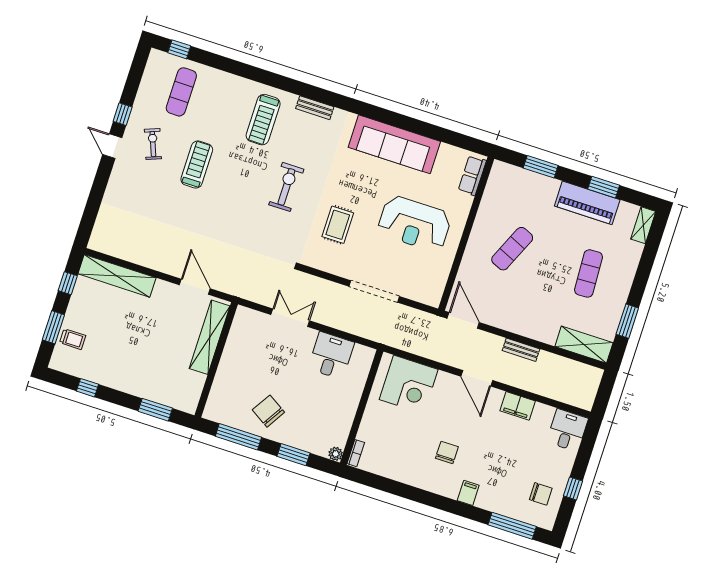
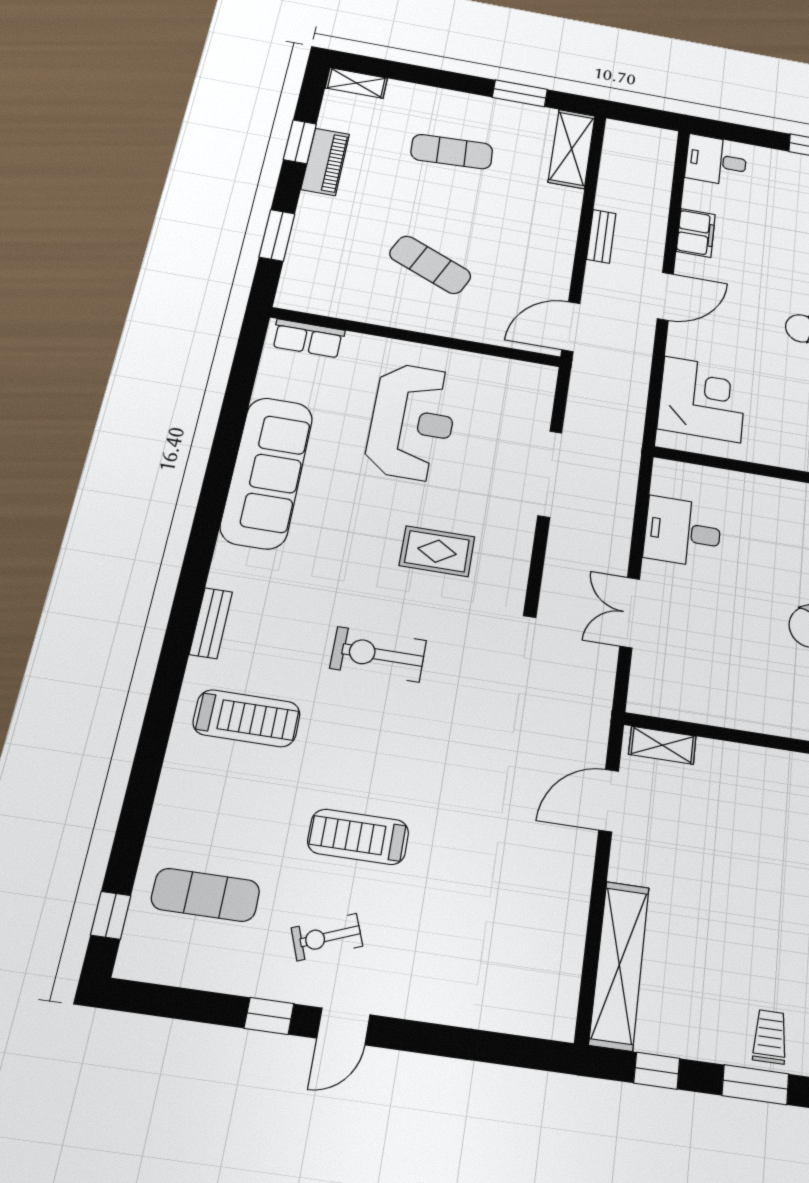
piano: (587, 203) -> (325, 162), width x0.73, depth x0.75
shelving: (210, 337) -> (662, 745), width x0.45, depth x0.75

